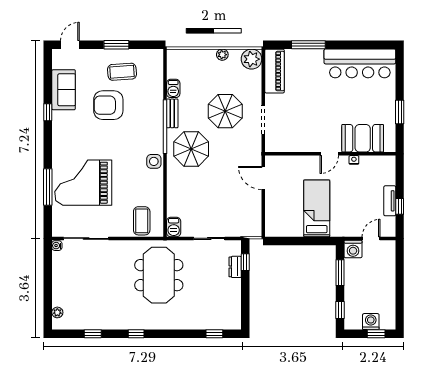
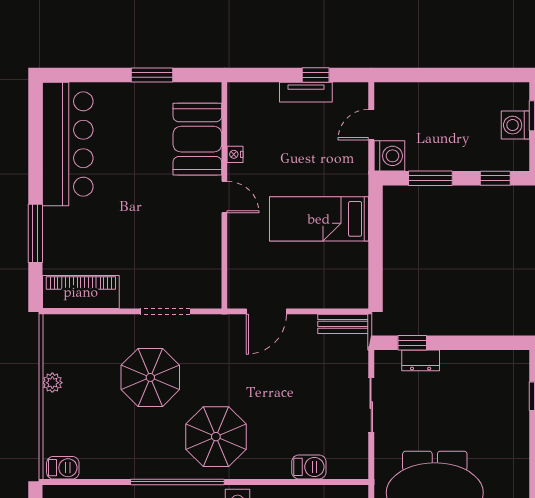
plant: (252, 59) -> (60, 332), removed
barbecue: (173, 88) -> (63, 468), moved
bench: (172, 113) -> (343, 324), moved
barbecue: (174, 227) -> (309, 467), moved
door: (371, 238) -> (371, 125), hinge flipped

